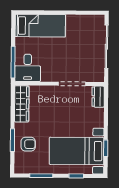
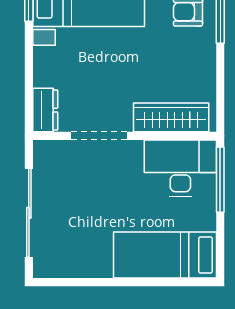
desk: (28, 68) -> (180, 168), width x1.37
wardrobe: (22, 104) -> (171, 117), moved, turned 90

